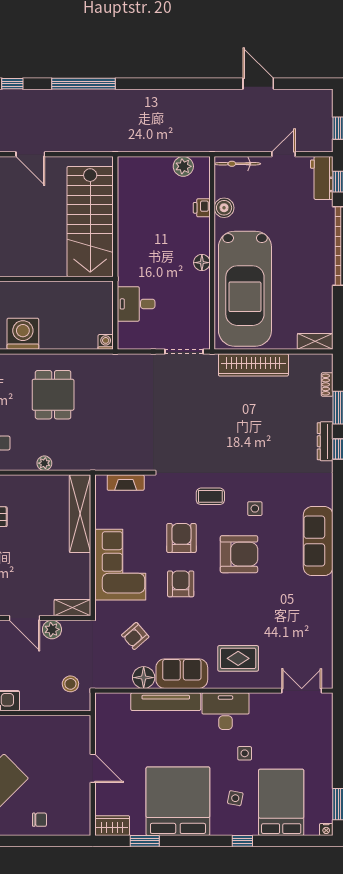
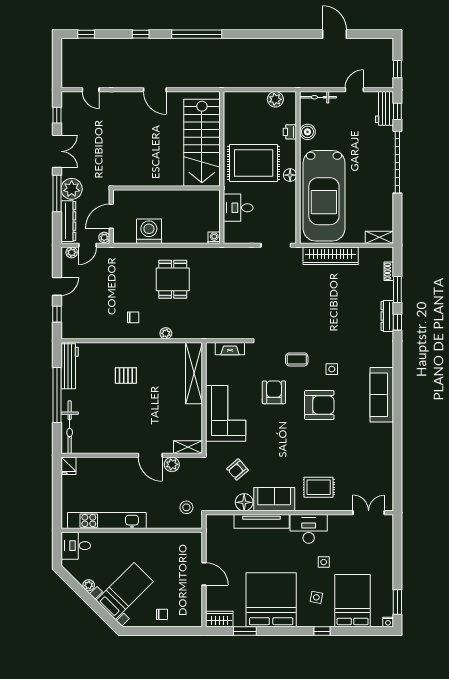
rug: (156, 247) -> (254, 163), added
armchair: (181, 584) -> (273, 428), removed

